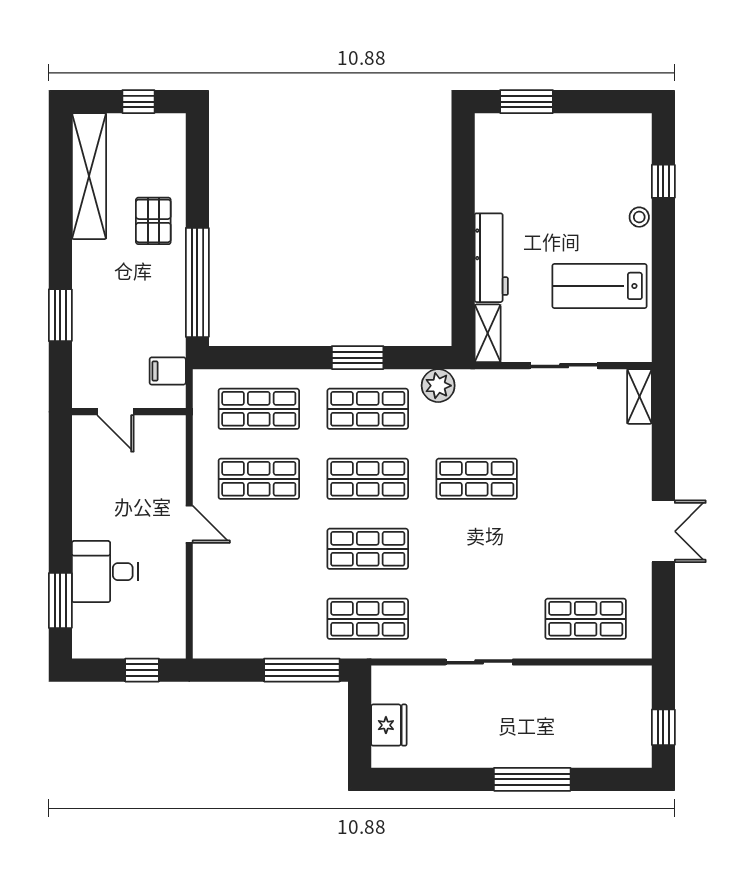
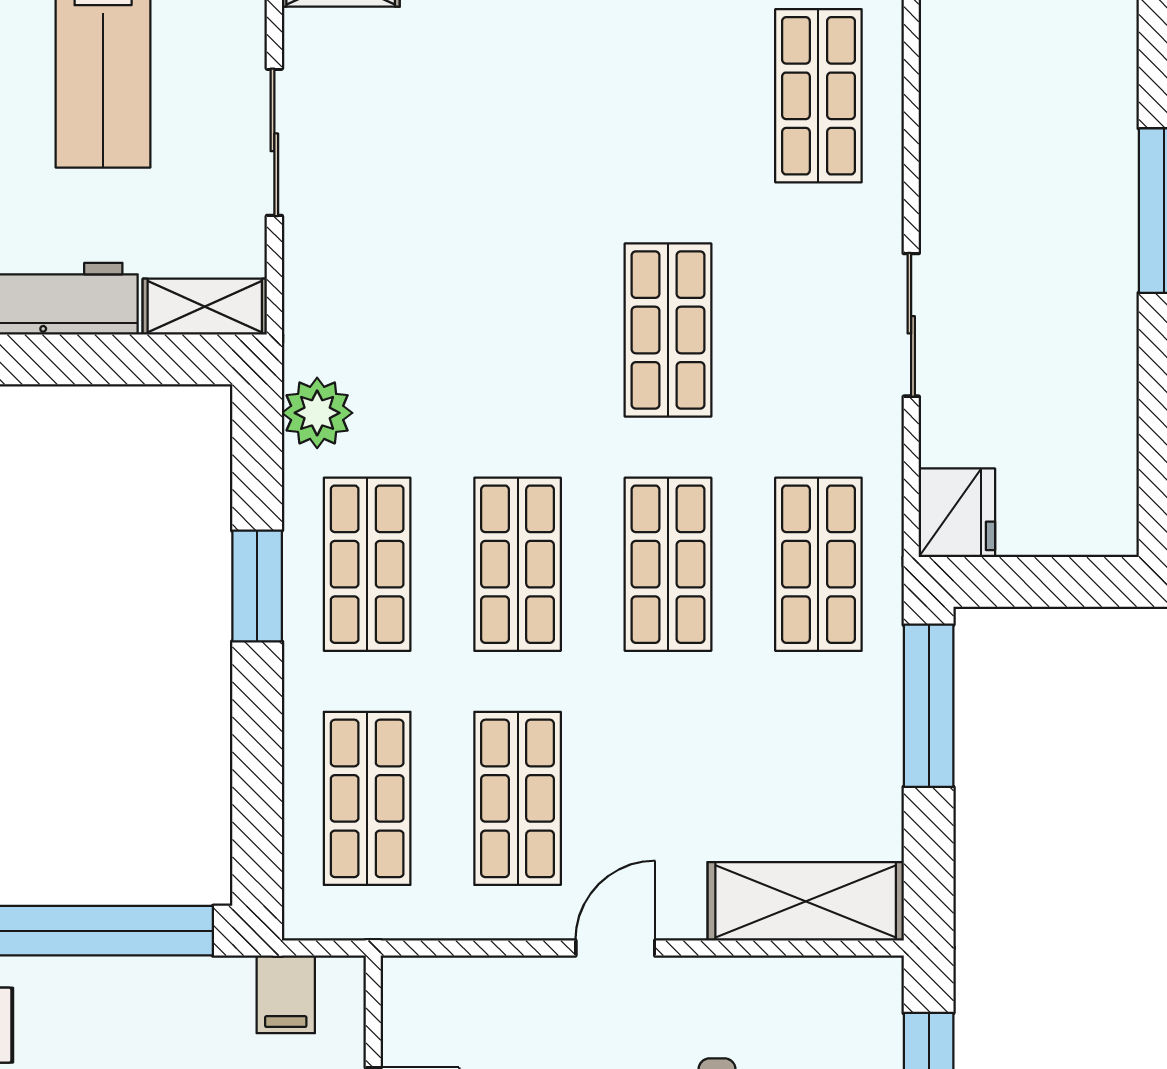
shop shelf: (477, 479) -> (668, 330), moved
shelving: (211, 613) -> (806, 901), added
fridge: (389, 725) -> (957, 513), moved, turned 90

